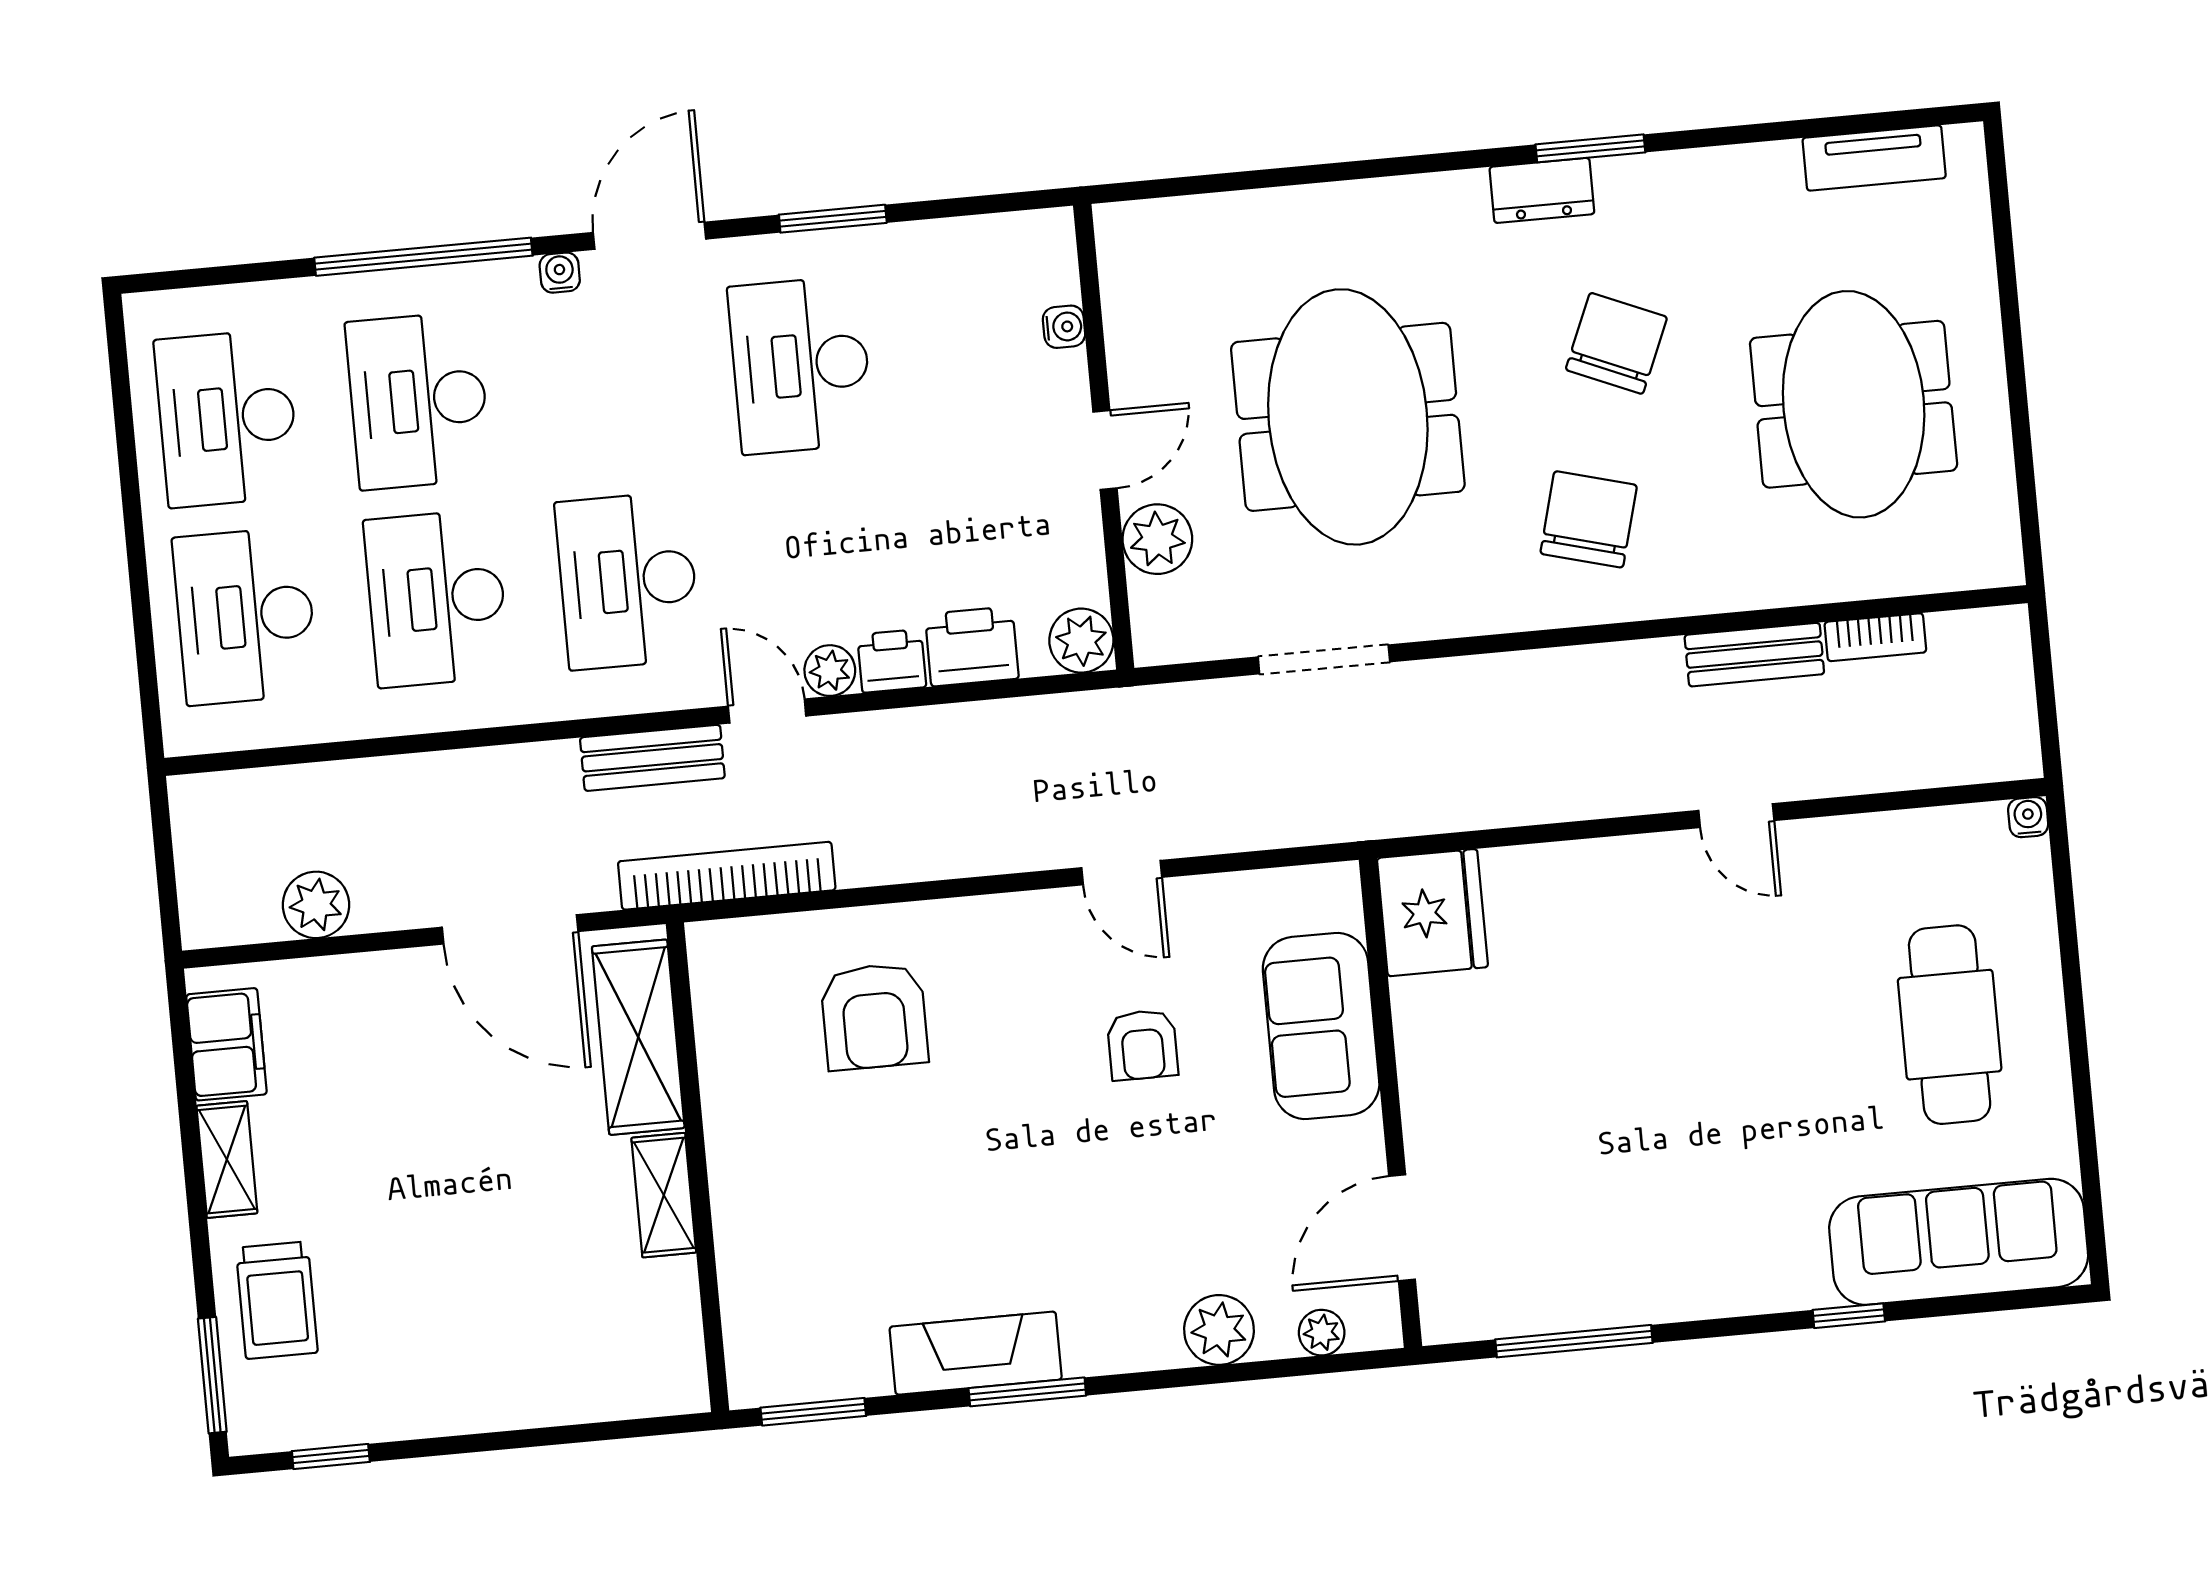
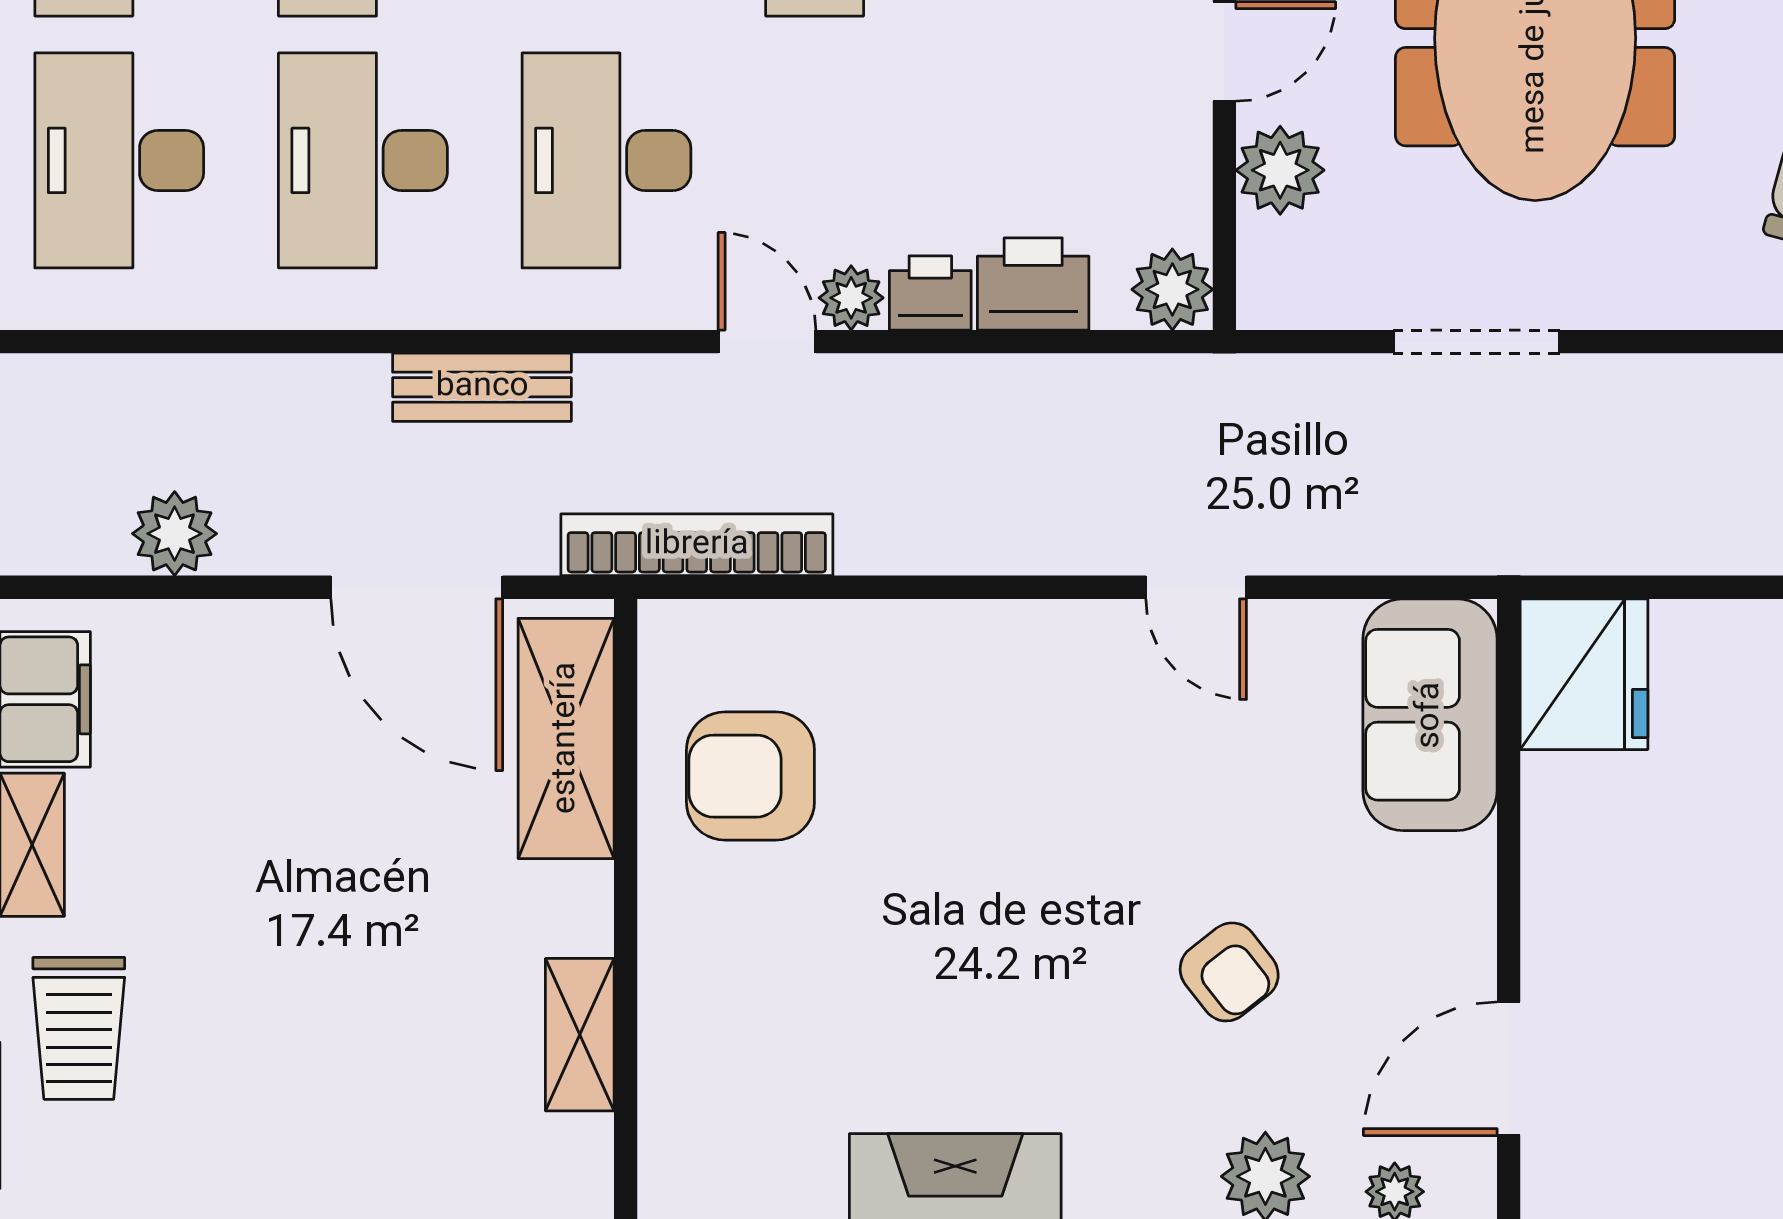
bench: (652, 758) -> (482, 387), moved
armchair: (874, 1016) -> (750, 776), moved, turned 90
sofa: (1321, 1026) -> (1430, 715), moved
armchair: (1142, 1045) -> (1229, 972), moved, turned -38
shelving: (664, 1195) -> (580, 1035), moved

